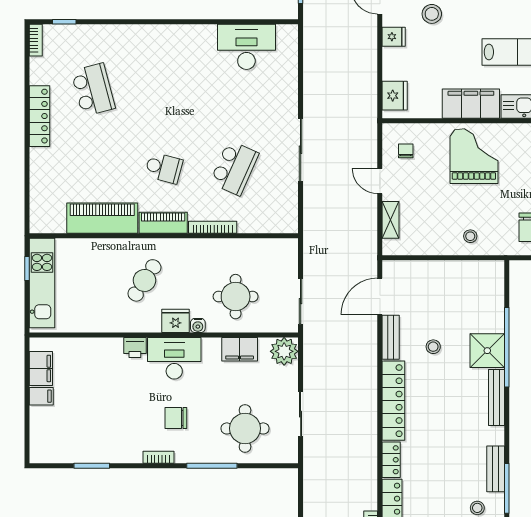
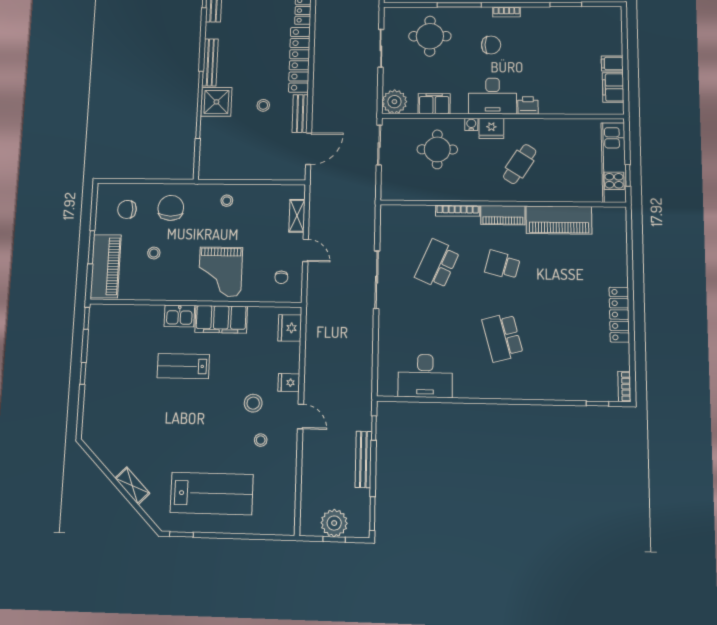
school desk: (93, 90) -> (503, 337), moved

